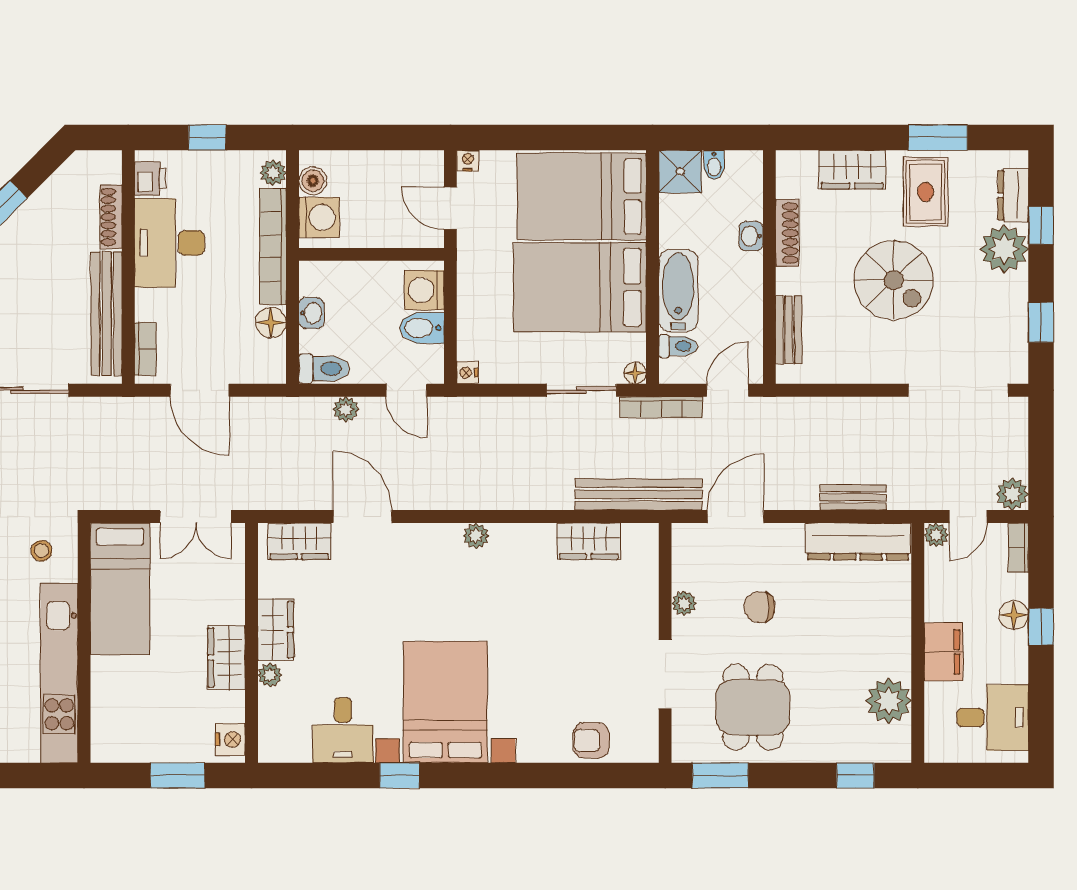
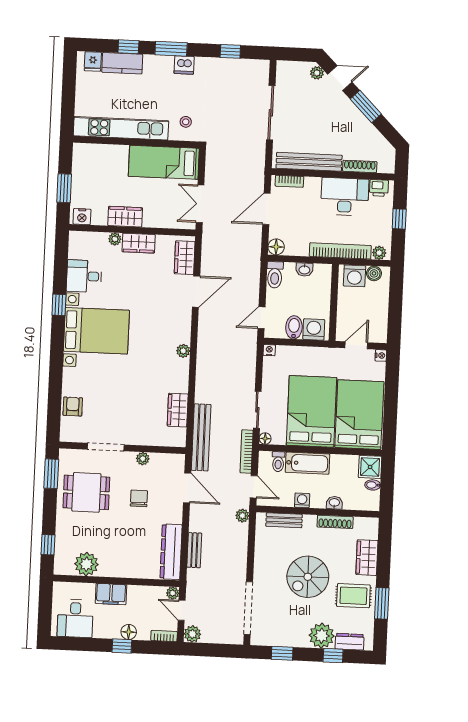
washing machine: (749, 298) -> (302, 500), added
floor lamp: (271, 323) -> (276, 247), moved
plant: (346, 409) -> (242, 516), moved

